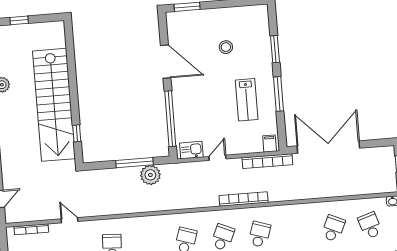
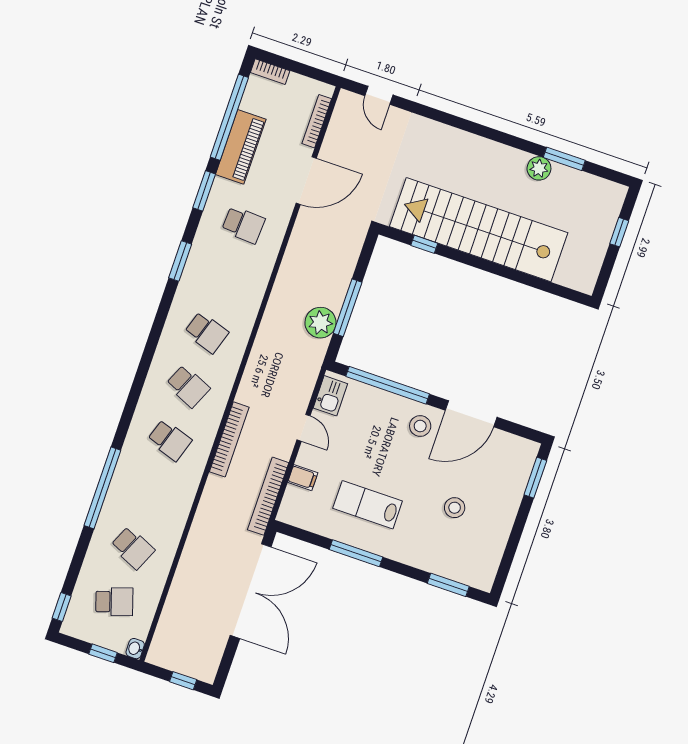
window: (275, 49) -> (448, 585), moved
stool: (186, 89) -> (420, 426), added
filing cabinet: (270, 144) -> (303, 478), moved
door: (70, 220) -> (306, 181), width x1.87

